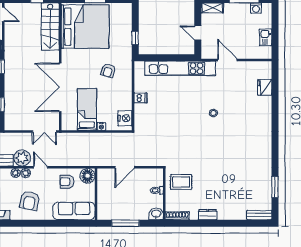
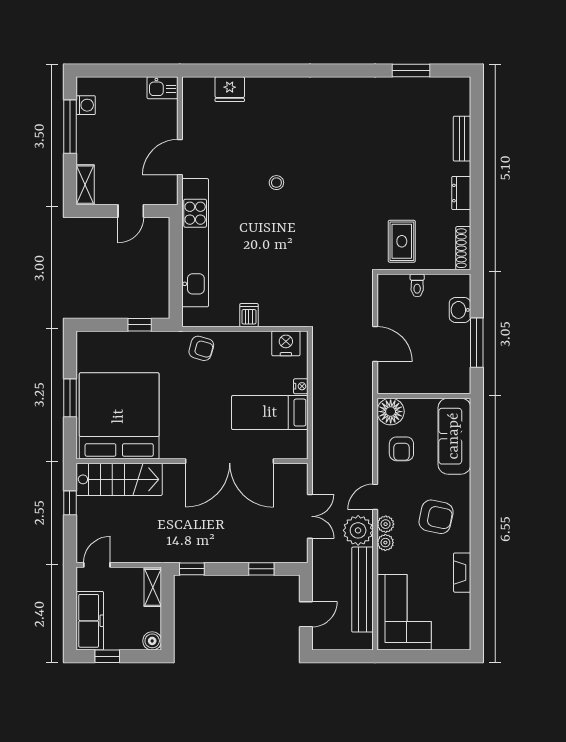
kitchen sink: (265, 37) -> (162, 88), moved
armchair: (108, 71) -> (201, 348), moved
double door: (44, 131) -> (310, 516), moved
washbasin: (156, 214) -> (460, 310), moved
bench: (259, 215) -> (462, 139), moved

